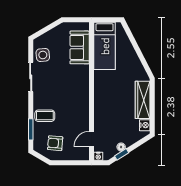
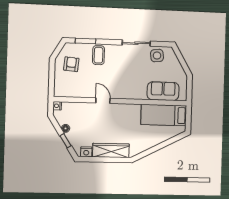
door: (91, 139) -> (103, 101), moved
window: (122, 154) -> (66, 141), moved

